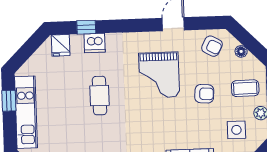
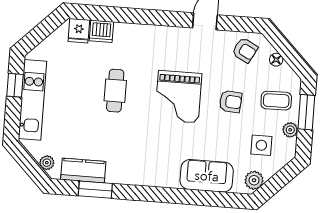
window: (86, 27) -> (109, 14), removed
dishwasher: (95, 43) -> (101, 31), moved
grand piano: (159, 75) -> (178, 97), moved

